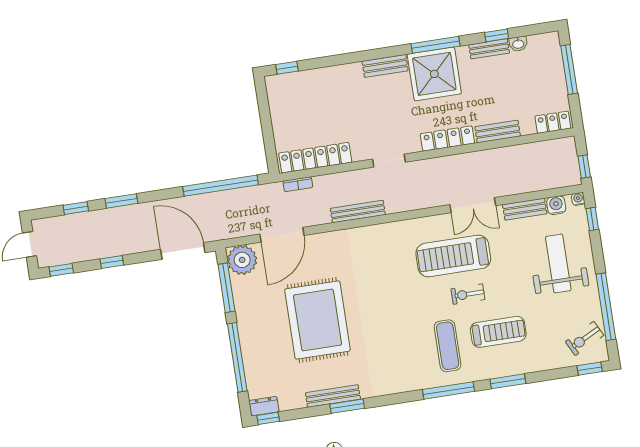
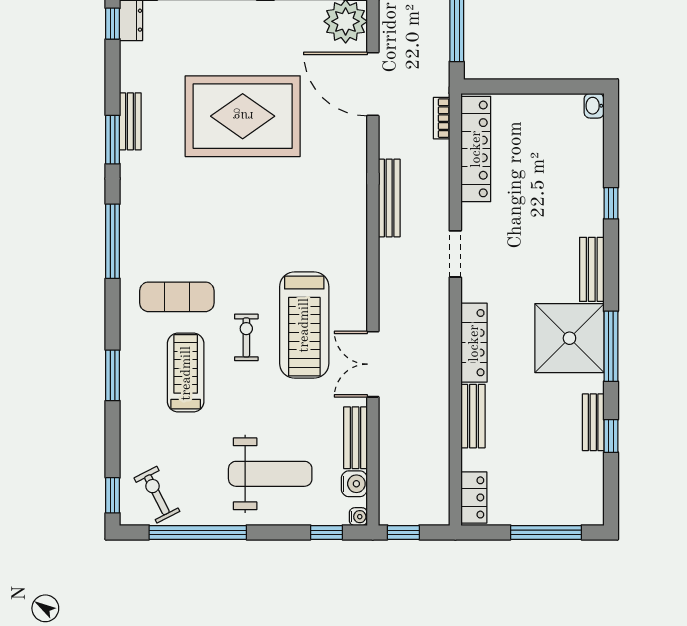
washbasin: (518, 44) -> (594, 106), moved
window: (287, 68) -> (611, 203), moved
treadmill: (453, 256) -> (304, 325), turned 180
treadmill: (498, 332) -> (186, 373), turned 180
window: (449, 390) -> (113, 241), moved
bench: (333, 396) -> (130, 121), width x0.73

